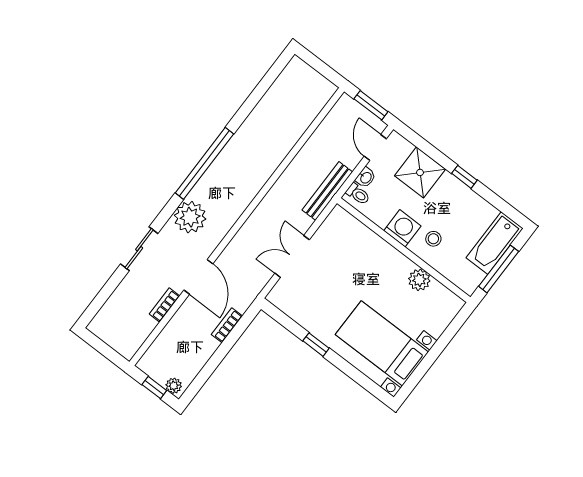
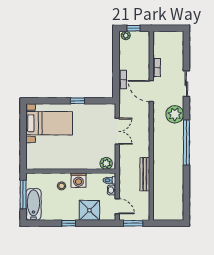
bench: (327, 191) -> (145, 174), moved
plant: (419, 280) -> (106, 163), moved

